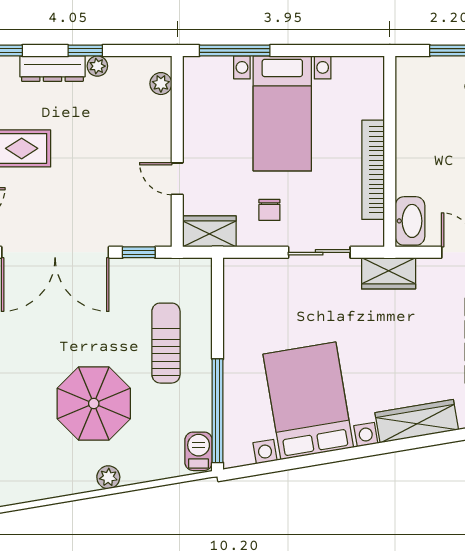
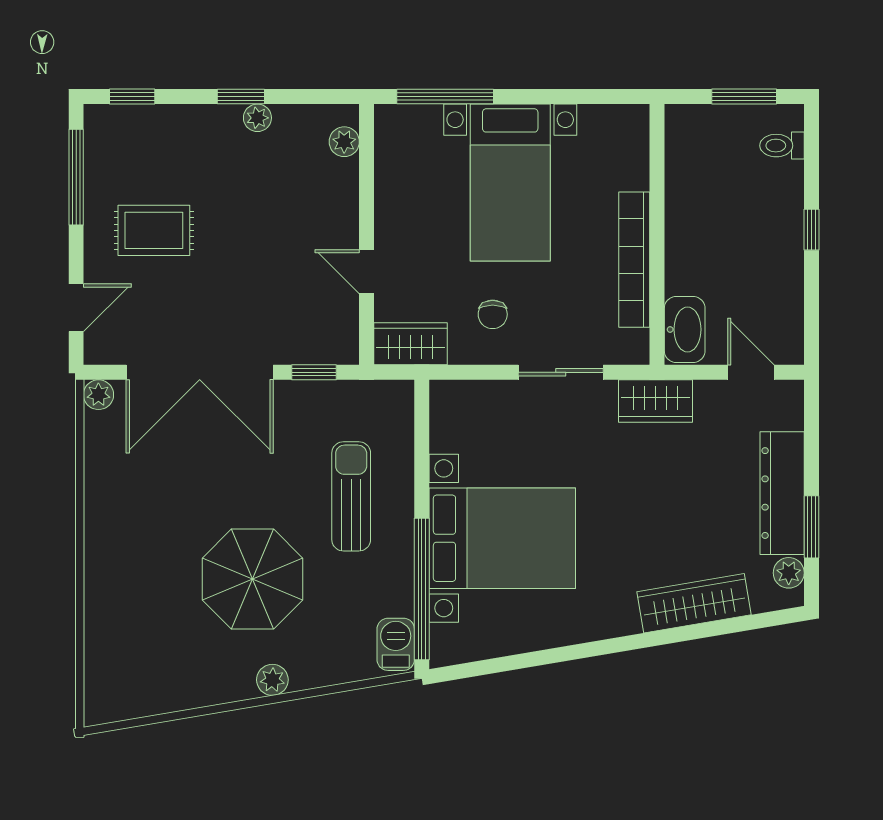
dresser: (52, 69) -> (196, 121), removed
bed with nightstands: (308, 401) -> (502, 538), moved, turned 100

